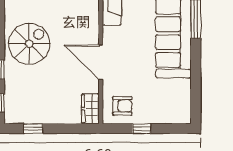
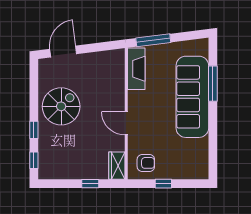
door: (101, 62) -> (126, 123), width x0.73
window: (33, 129) -> (90, 184), moved

